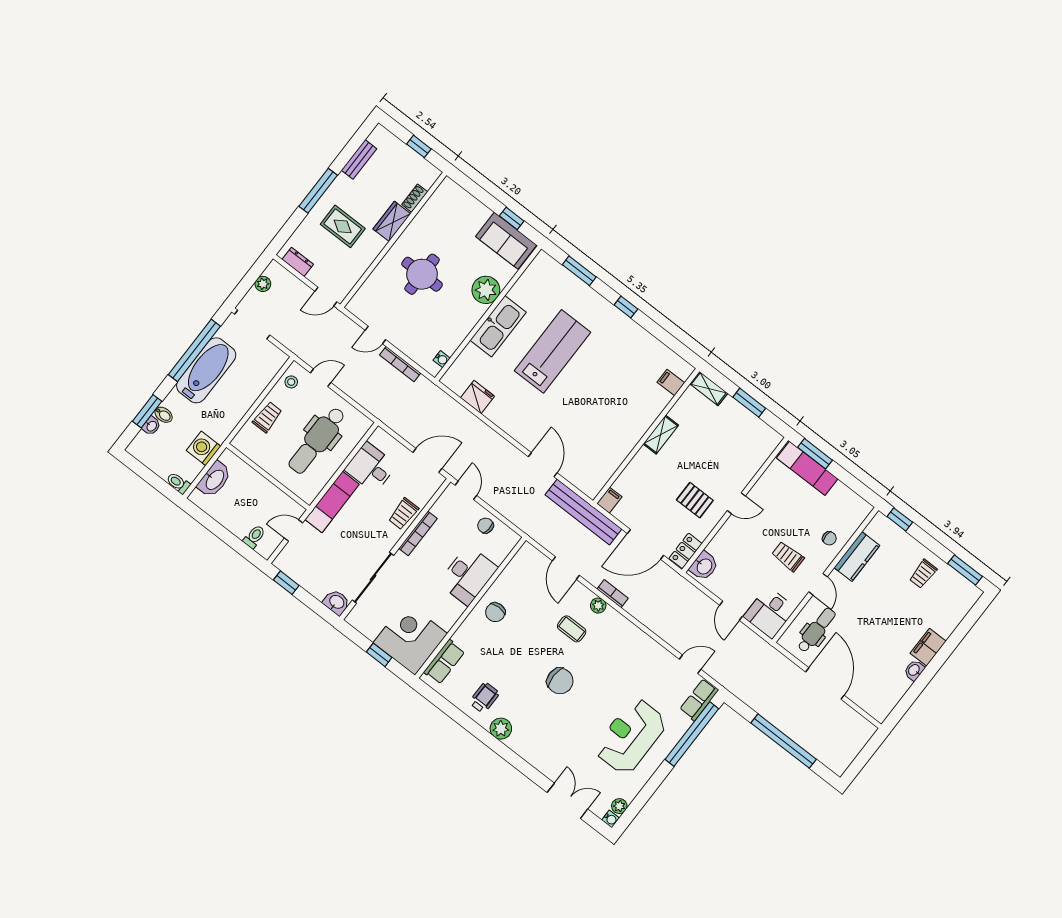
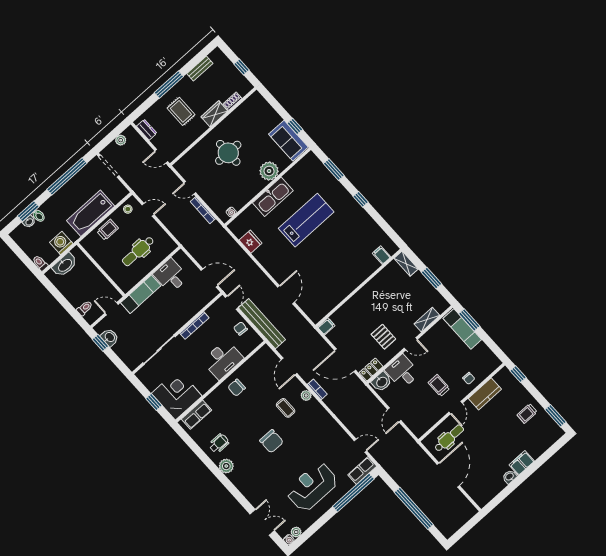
bathtub: (206, 370) -> (91, 213), moved, turned 180
shelving: (661, 435) -> (427, 320), moved
dental chair: (317, 440) -> (138, 251), width x0.73, depth x0.72
bench: (583, 512) -> (262, 324), moved
trolley: (403, 514) -> (187, 311), removed
washbasin: (336, 602) -> (110, 337), moved
desk: (770, 613) -> (402, 372), moved, turned 90

